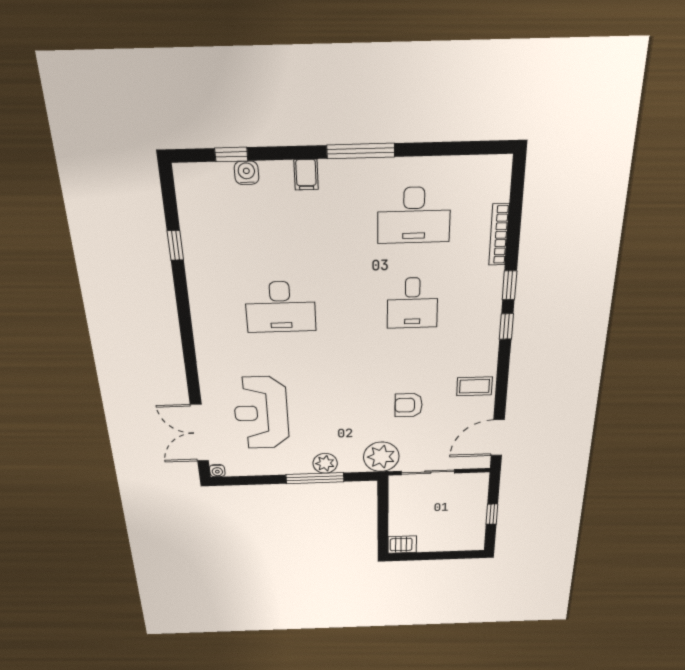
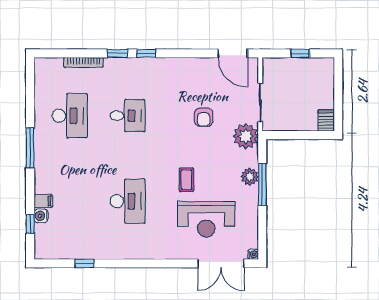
filing cabinet: (306, 175) -> (43, 201), moved
coffee table: (475, 386) -> (186, 180), moved

